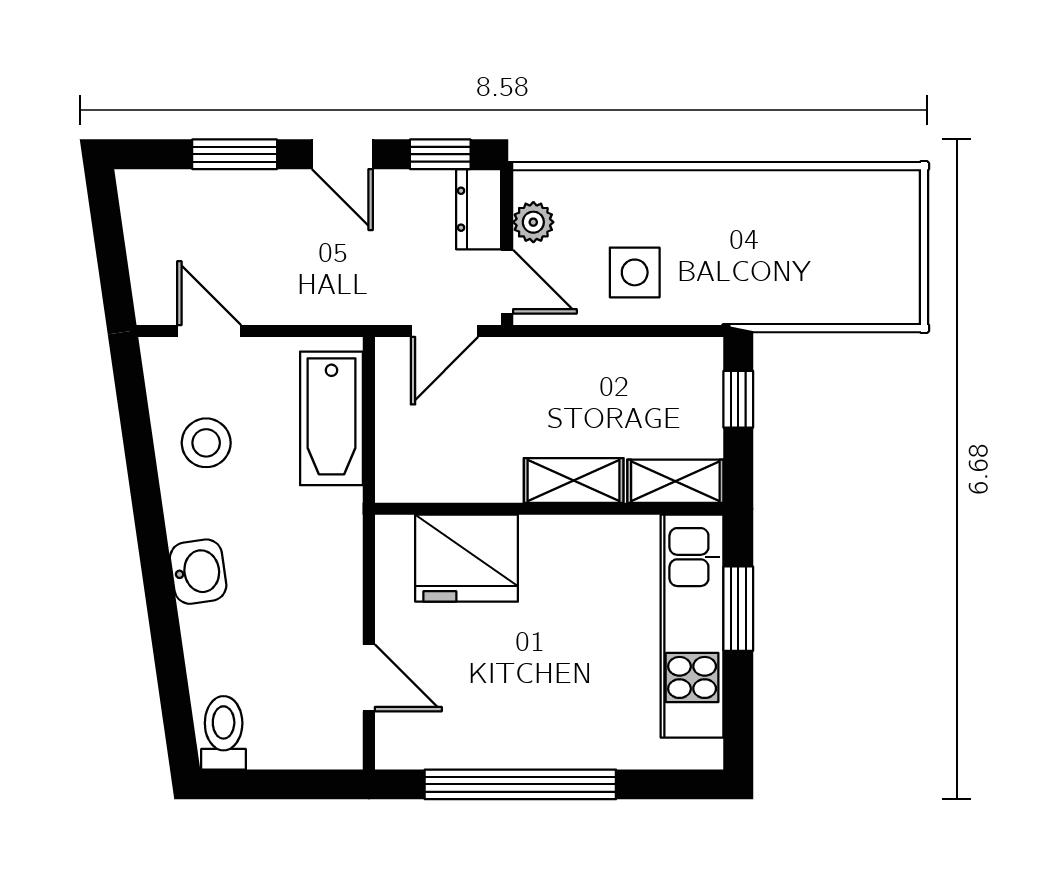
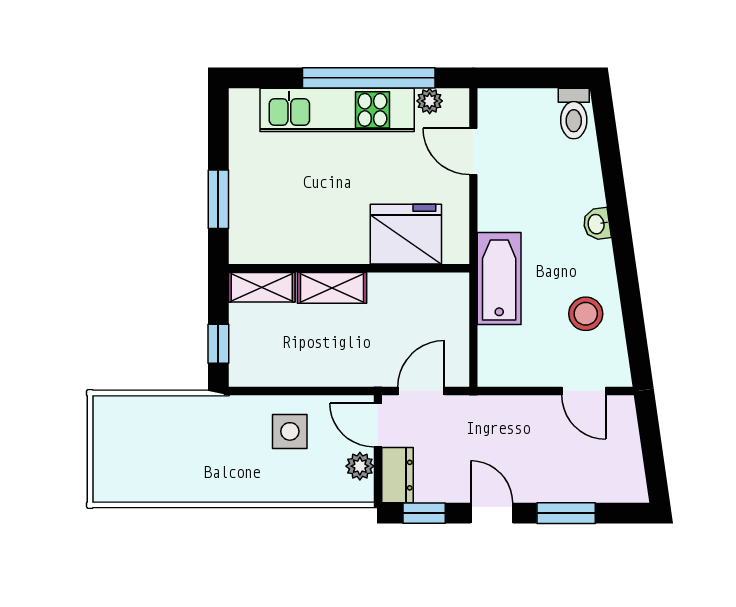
bathtub: (331, 418) -> (499, 279), moved
washbasin: (198, 572) -> (597, 224), width x0.72, depth x0.69
kitchen unit: (692, 626) -> (337, 110), moved, turned 90
plant: (432, 751) -> (430, 101), added

